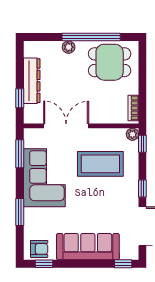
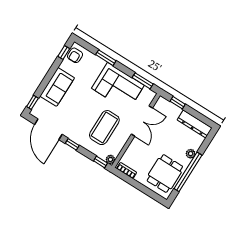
dresser: (32, 81) -> (195, 124), moved
sofa: (88, 247) -> (57, 87), width x0.73

